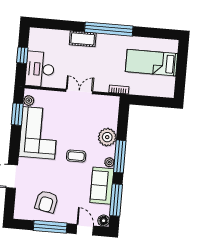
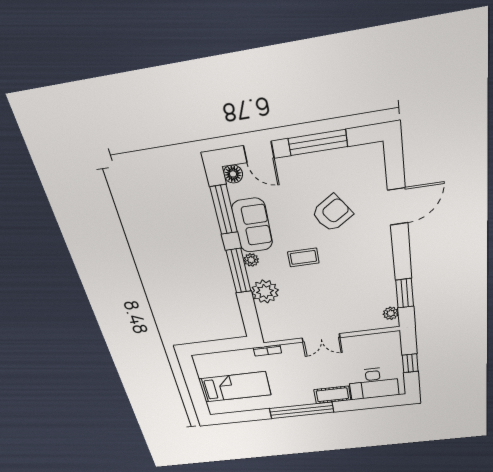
desk: (40, 69) -> (374, 383), moved, turned 90
corner sofa: (39, 133) -> (368, 276), removed
armchair: (47, 202) -> (332, 213), moved, turned 44

